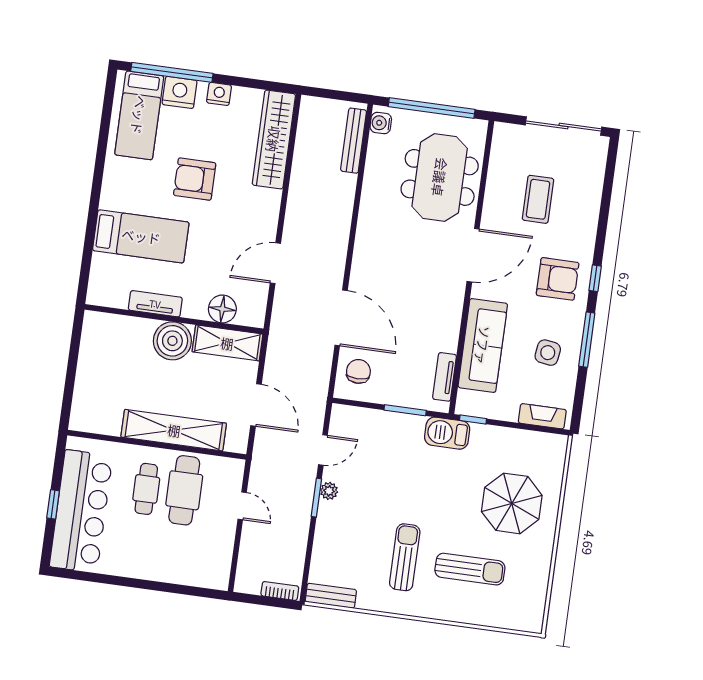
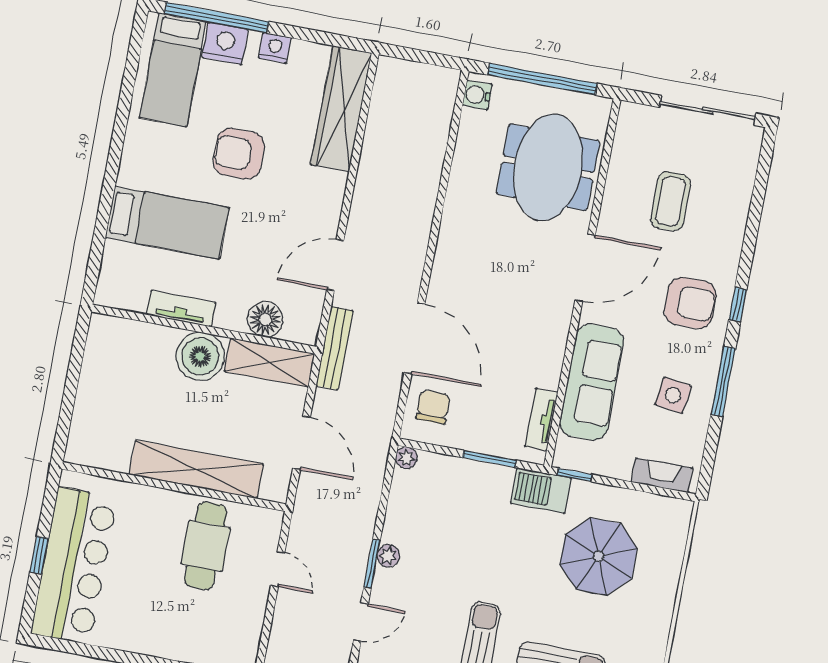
bench: (354, 141) -> (334, 348), moved
plant: (339, 413) -> (406, 458), added
door: (323, 450) -> (361, 622), moved
cafe table: (146, 489) -> (158, 542), removed
parasol: (512, 503) -> (599, 556), moved

